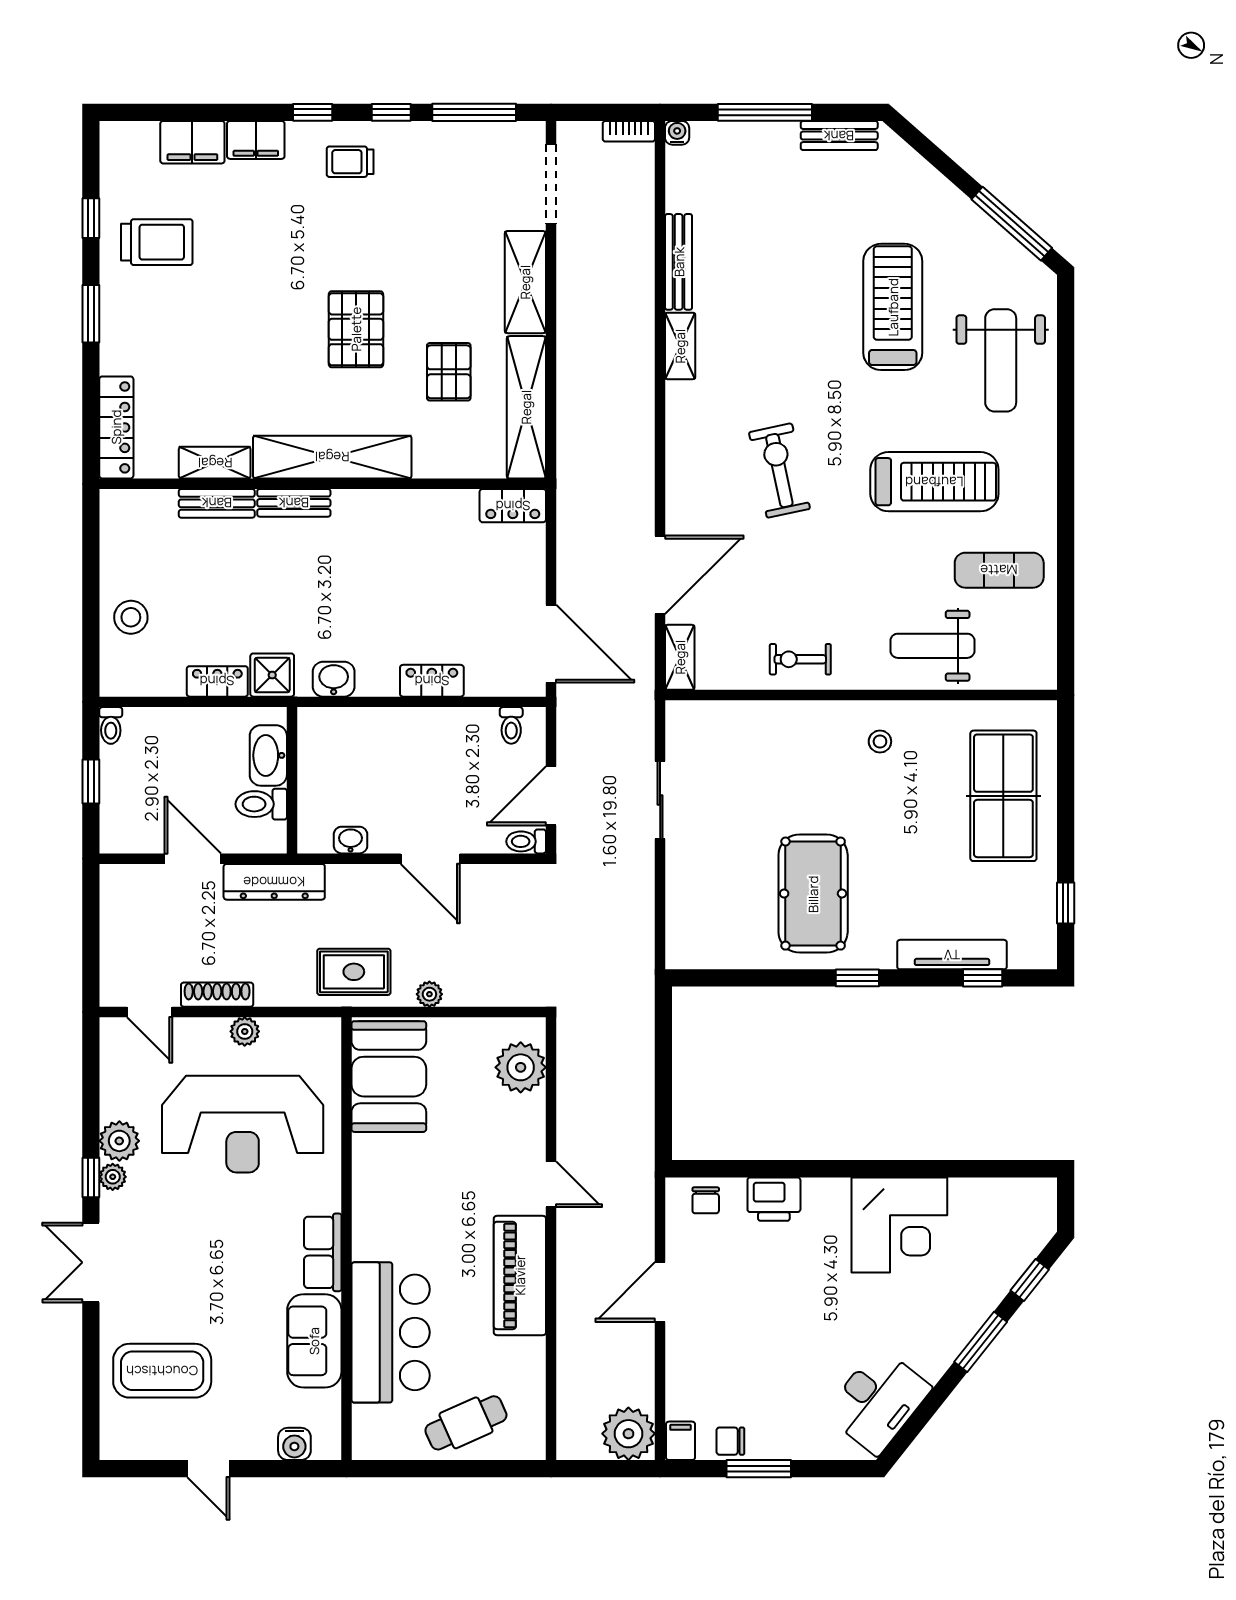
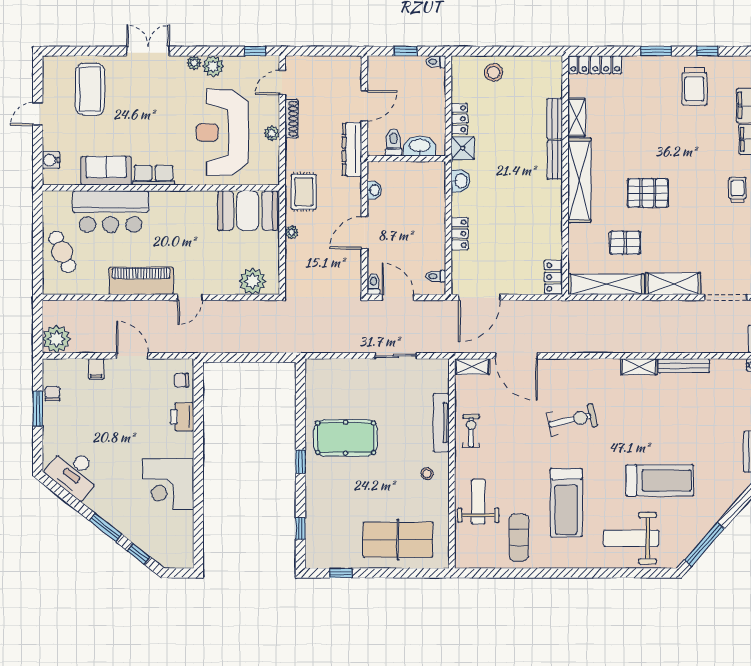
tv unit: (952, 955) -> (441, 423), moved, turned 180
window: (91, 1178) -> (255, 51), moved
filing cabinet: (680, 1441) -> (96, 369), moved, turned 90

